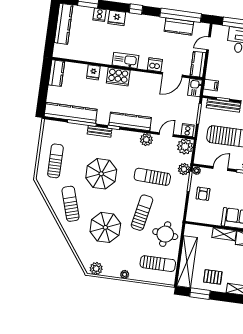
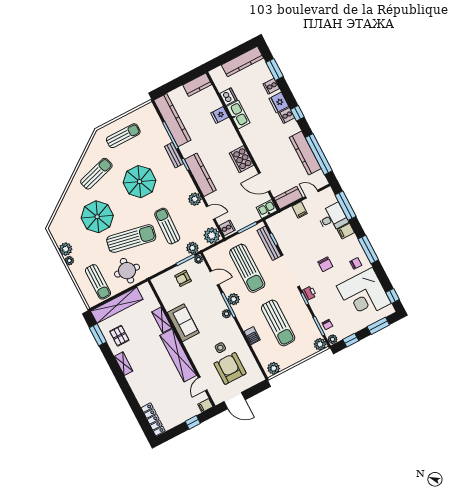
cooker: (131, 19) -> (287, 115), added
kitchen counter: (179, 26) -> (305, 153), width x1.50
kitchen sink: (125, 60) -> (238, 115), moved
dishwasher: (155, 65) -> (228, 97), moved
cooker: (118, 77) -> (241, 159), moved
filing cabinet: (211, 85) -> (300, 210), moved
sun lounger: (142, 213) -> (131, 239), width x1.36, depth x1.34
plant: (96, 268) -> (66, 249), moved

